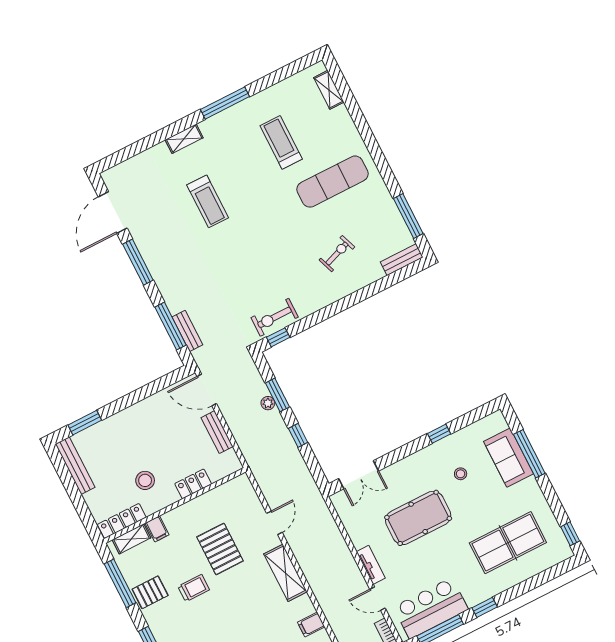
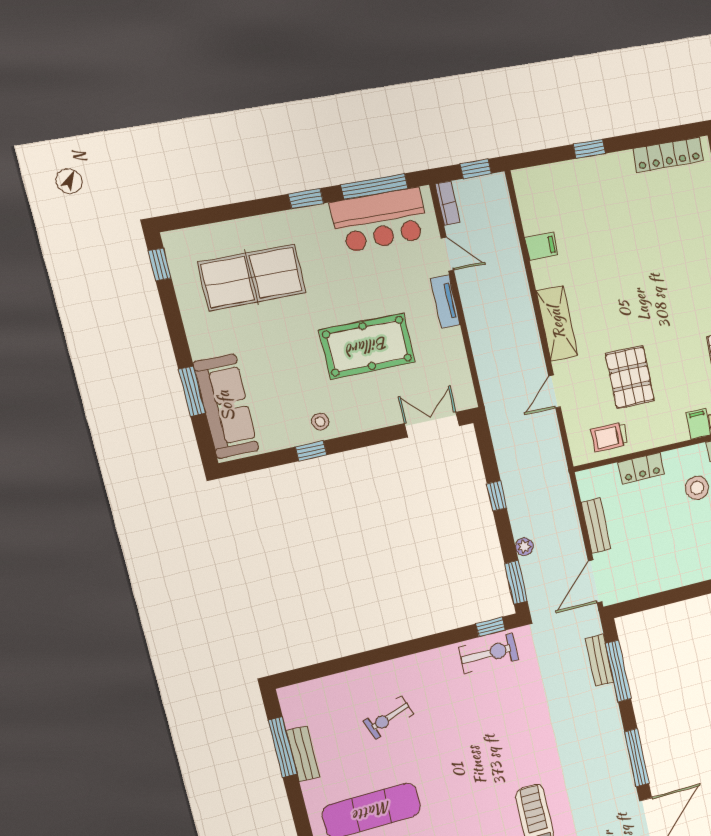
bench: (402, 260) -> (303, 754), moved, turned 90
door: (207, 390) -> (595, 581), swing flipped
window: (277, 395) -> (516, 582), moved
window: (529, 454) -> (192, 391), width x0.69
sofa: (509, 458) -> (226, 406), width x1.36
stool: (461, 474) -> (320, 422), moved
trolley: (194, 588) -> (609, 437), moved

